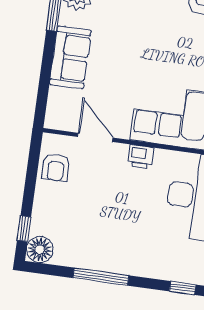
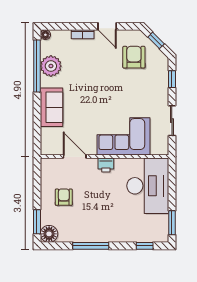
armchair: (56, 167) -> (64, 197), moved, turned 180
window: (24, 229) -> (37, 222), width x1.50

